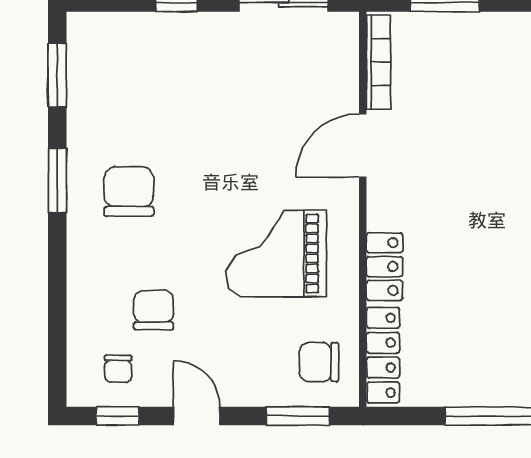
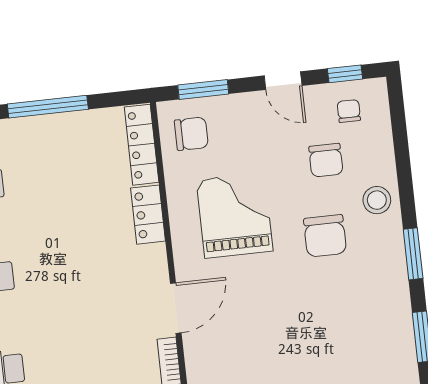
chair: (129, 191) -> (325, 236), moved
stool: (95, 253) -> (377, 200), added
grand piano: (276, 254) -> (235, 215), turned -90

